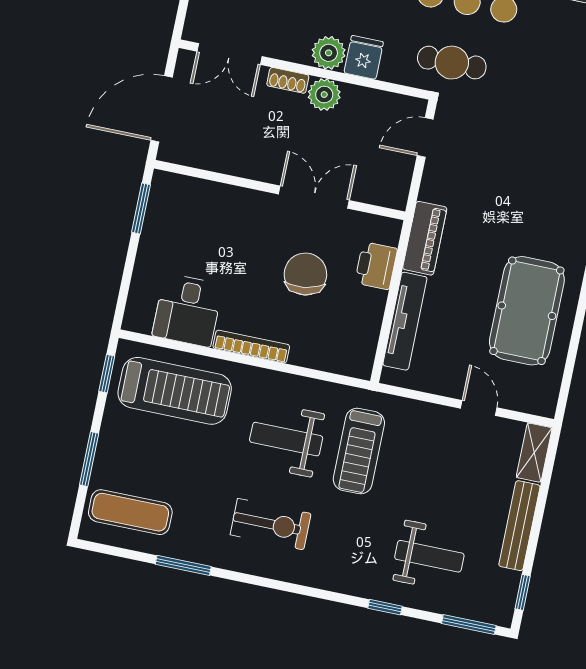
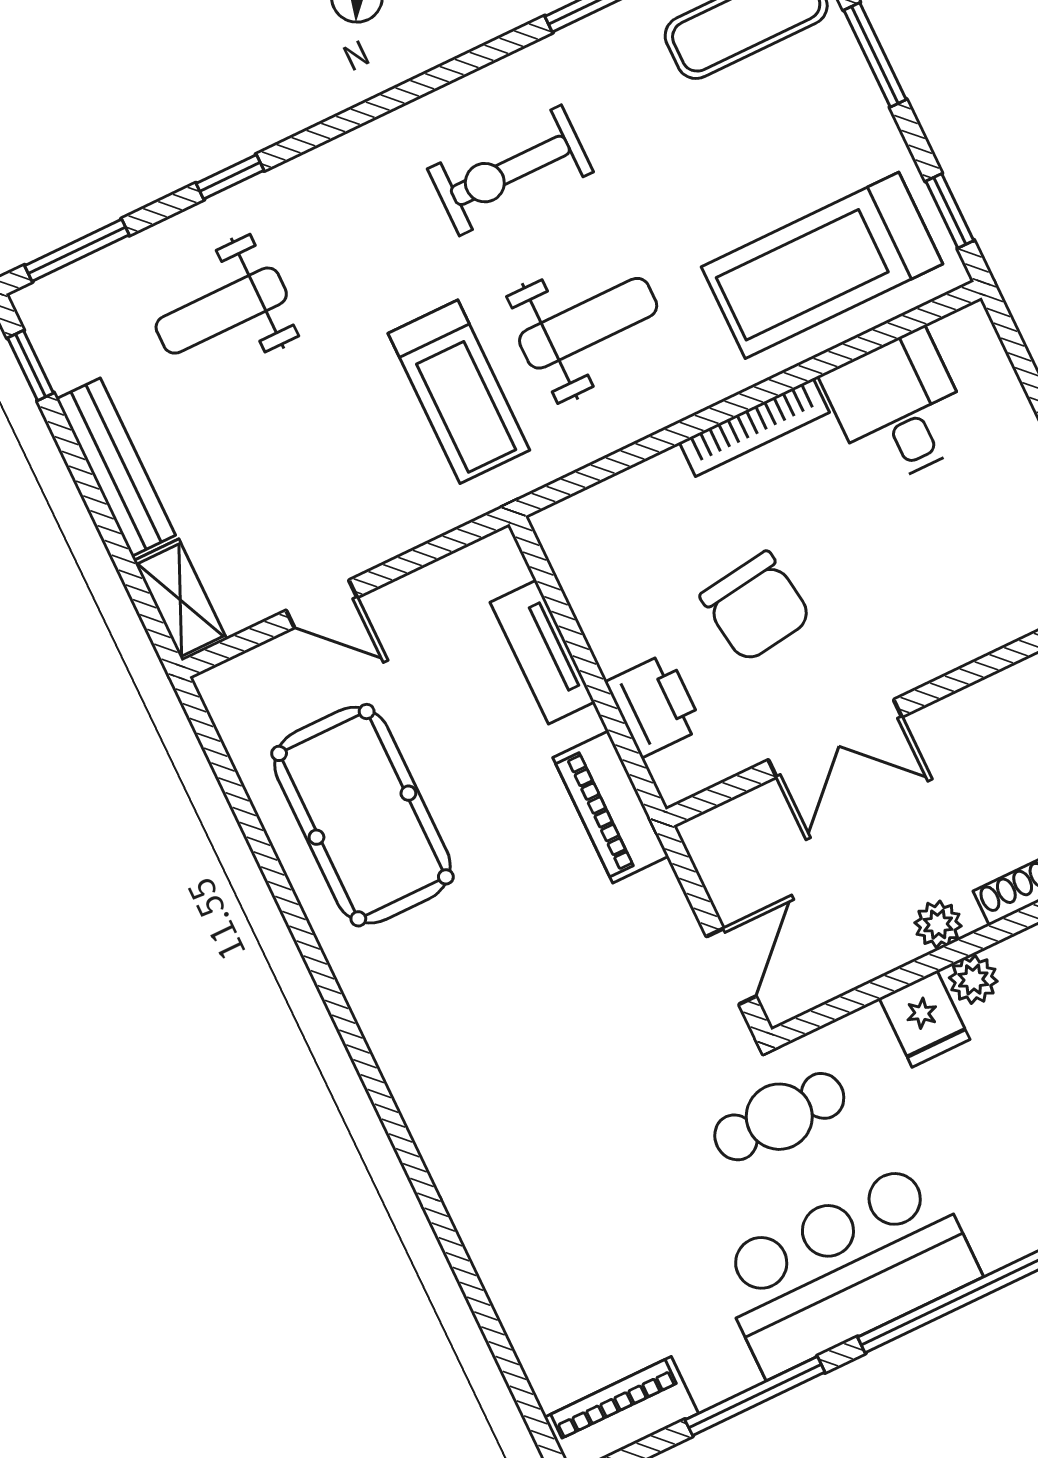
plant: (329, 53) -> (973, 980), width x0.73, depth x0.73
plant: (324, 95) -> (938, 924), width x0.73, depth x0.73
tv unit: (405, 321) -> (542, 652), width x0.71
treadmill: (359, 451) -> (459, 392), turned 180

